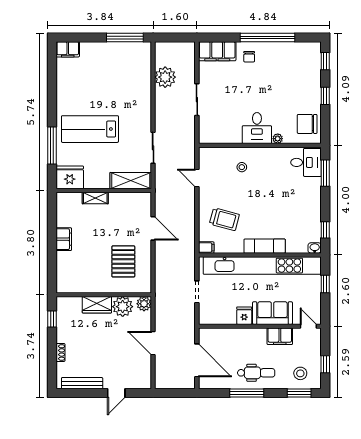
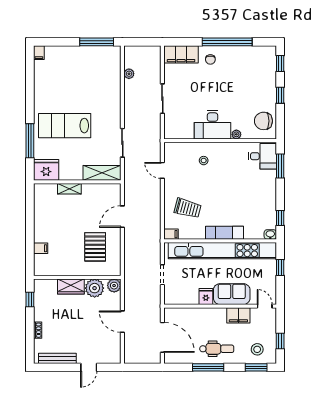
filing cabinet: (68, 49) -> (39, 53), width x0.50
plant: (165, 77) -> (129, 74), width x0.53, depth x0.53
desk: (257, 128) -> (212, 125), width x1.37
door: (153, 228) -> (122, 217), swing flipped
filing cabinet: (64, 239) -> (41, 248), moved, width x0.50

